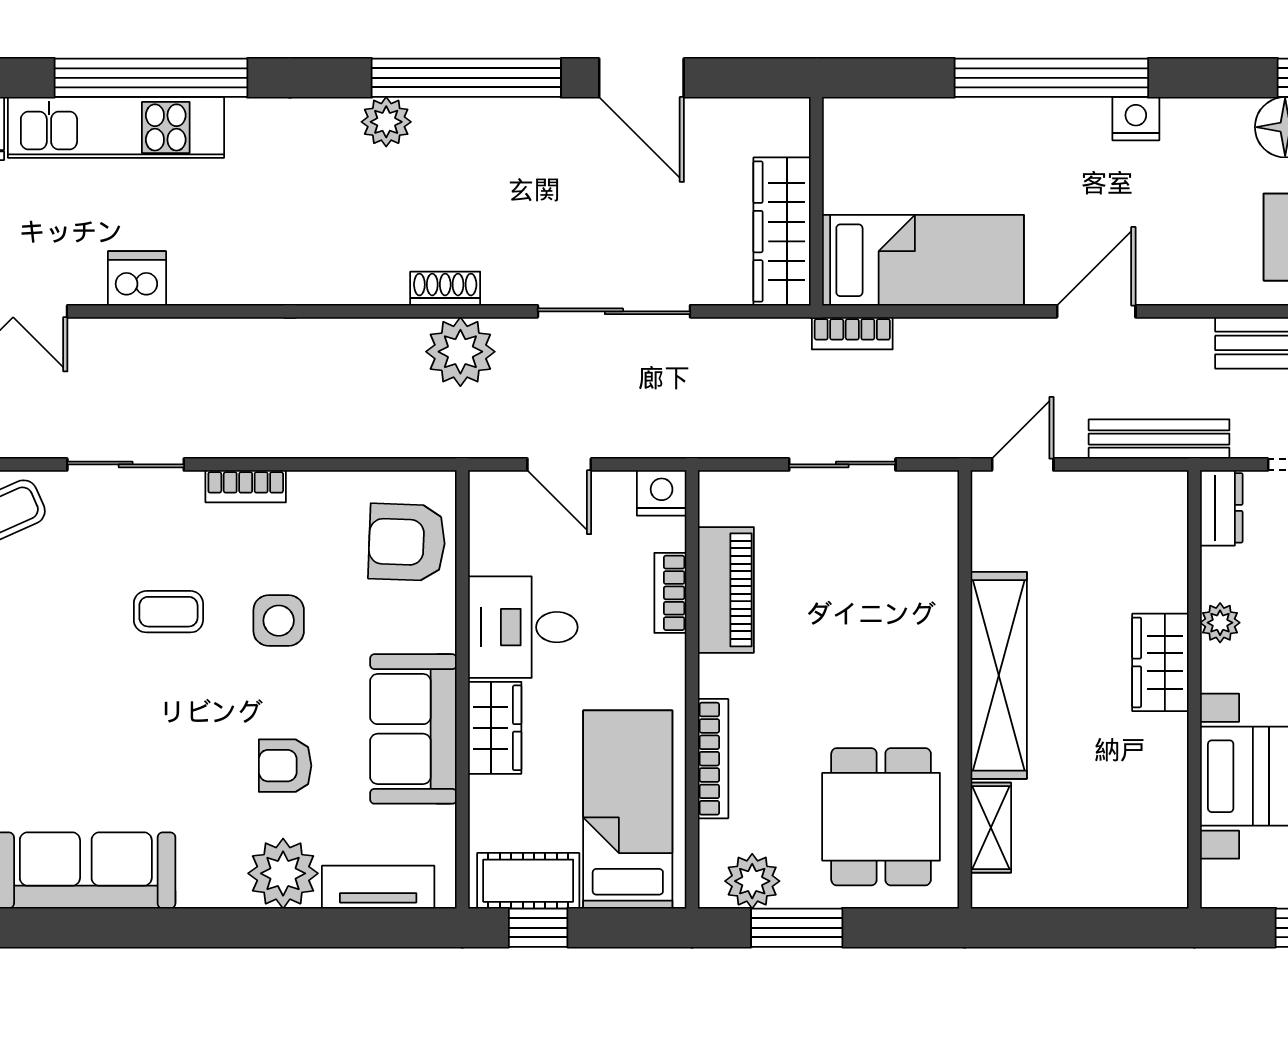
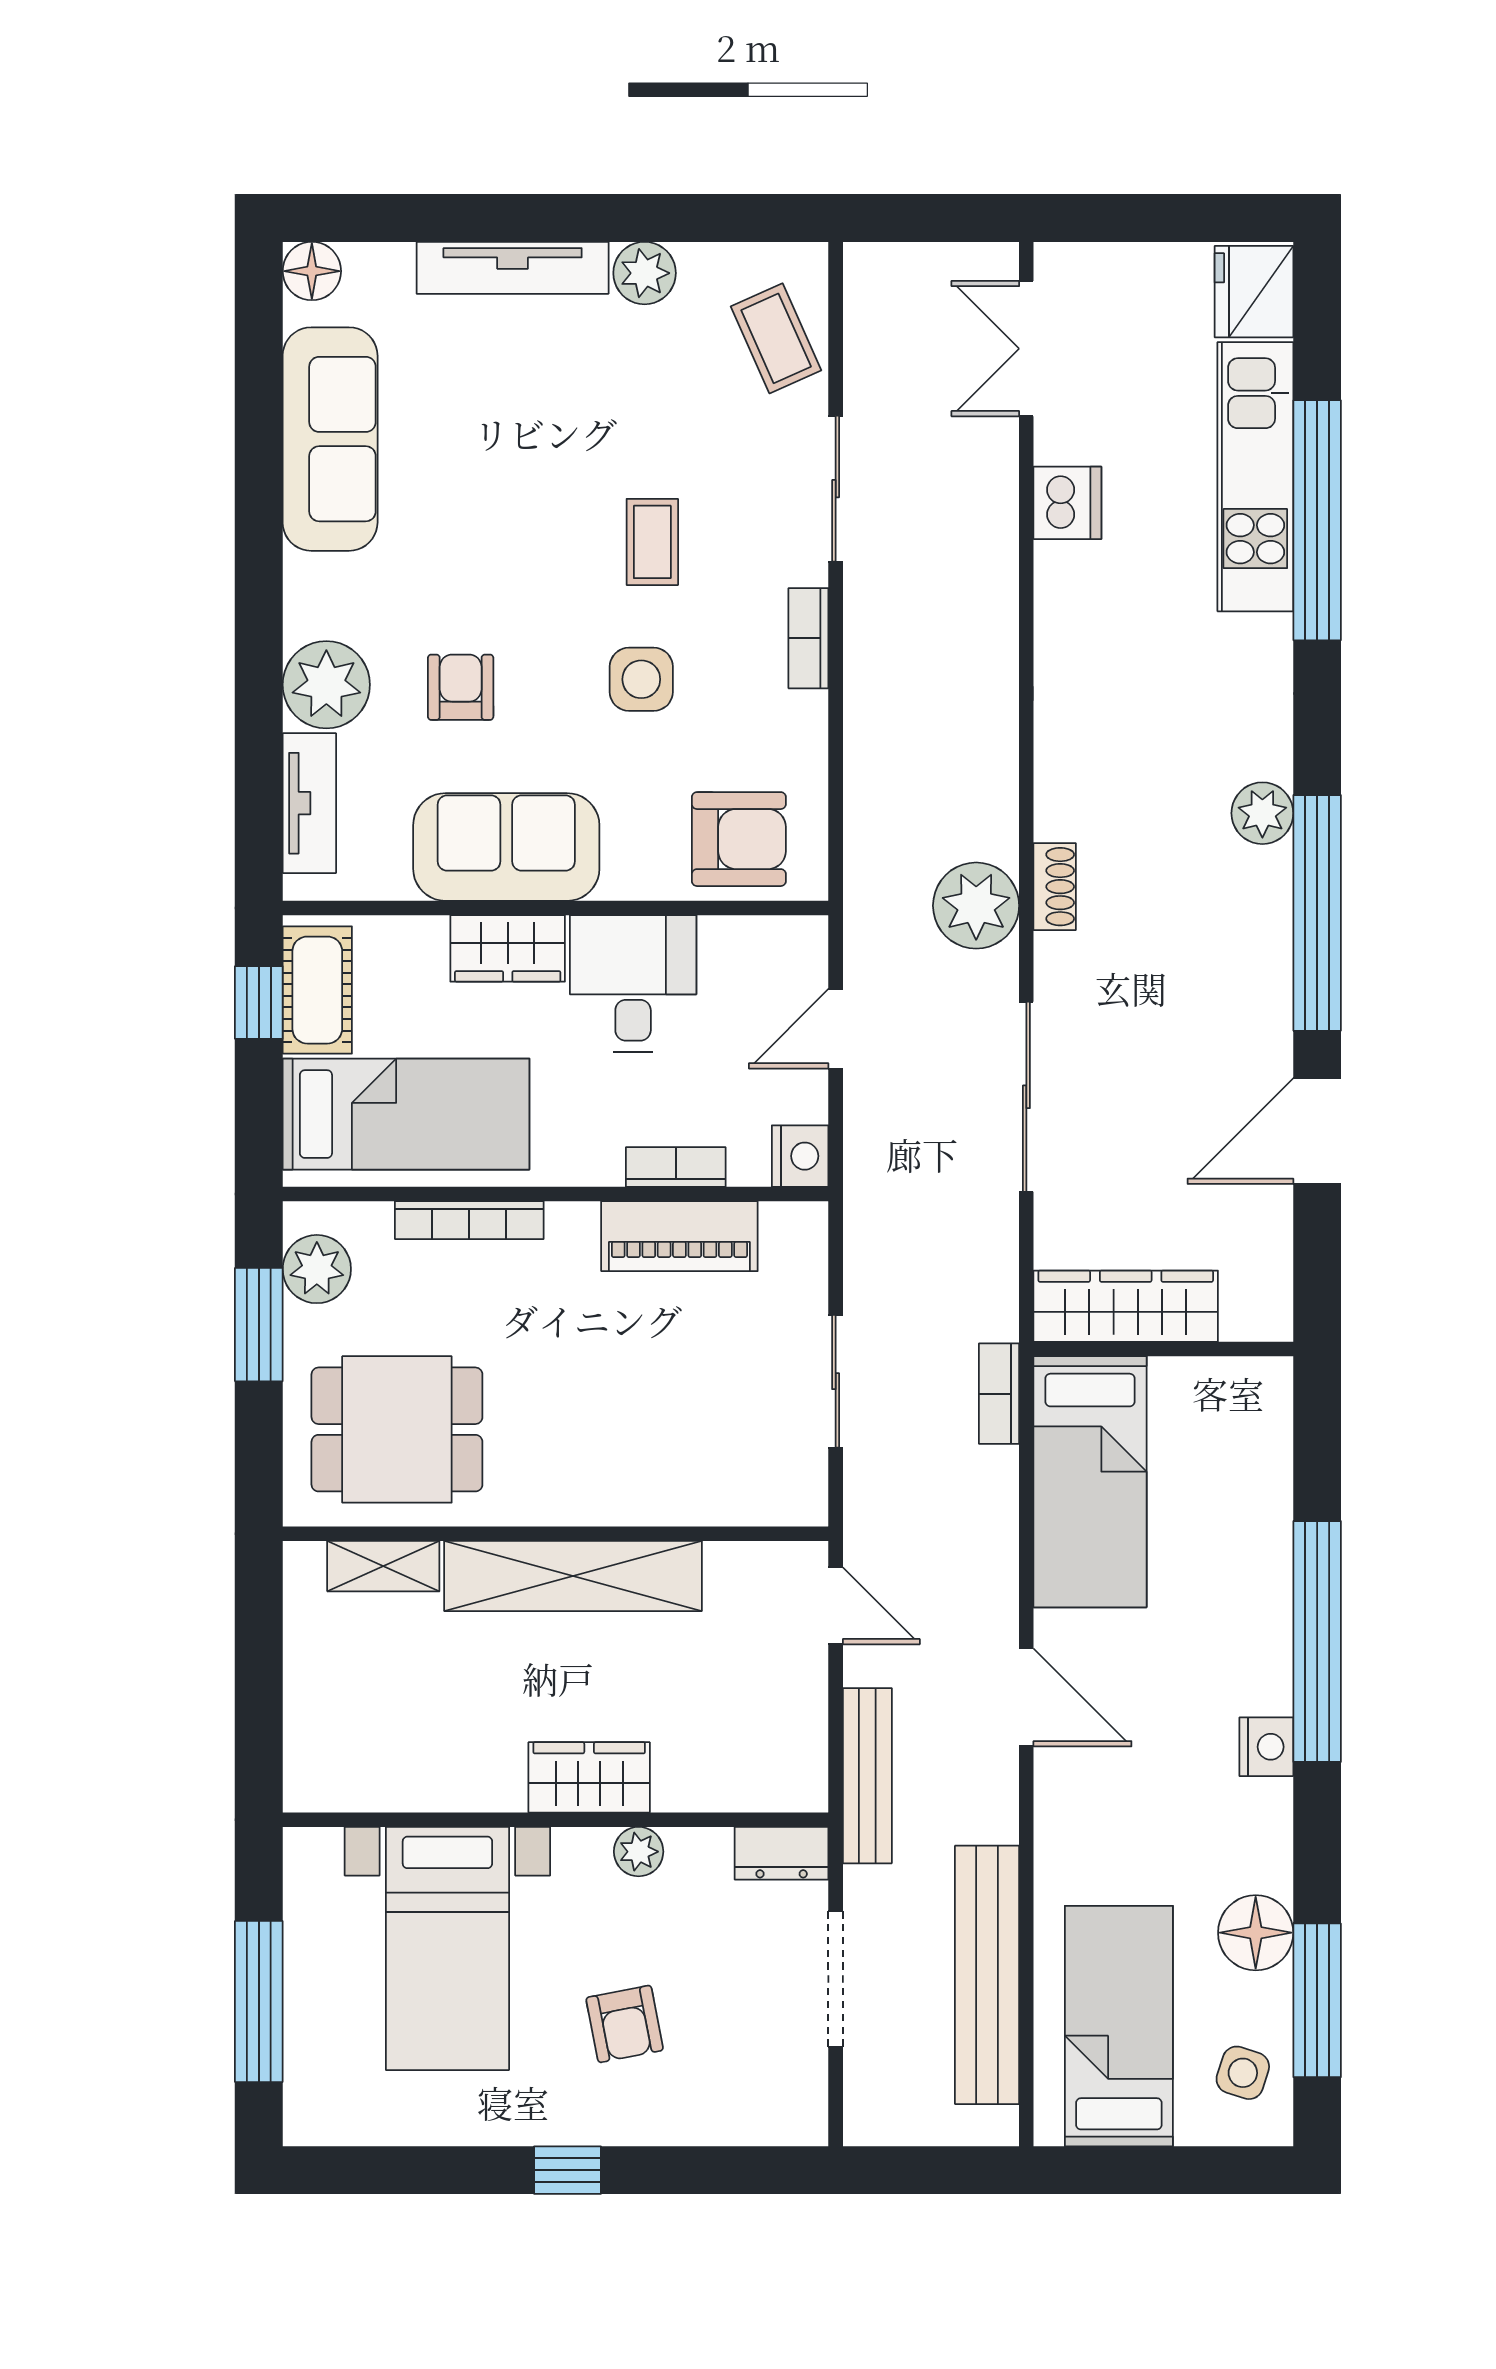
armchair: (407, 542) -> (739, 839), turned 88

